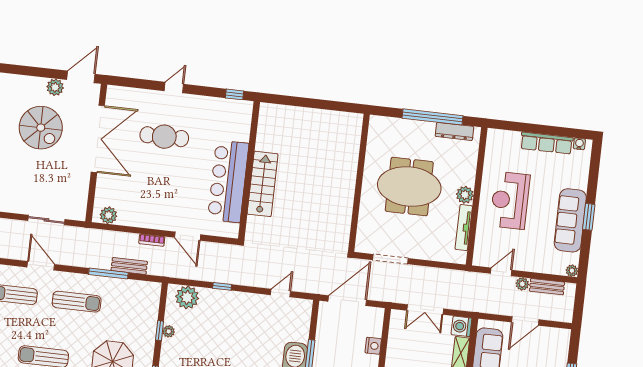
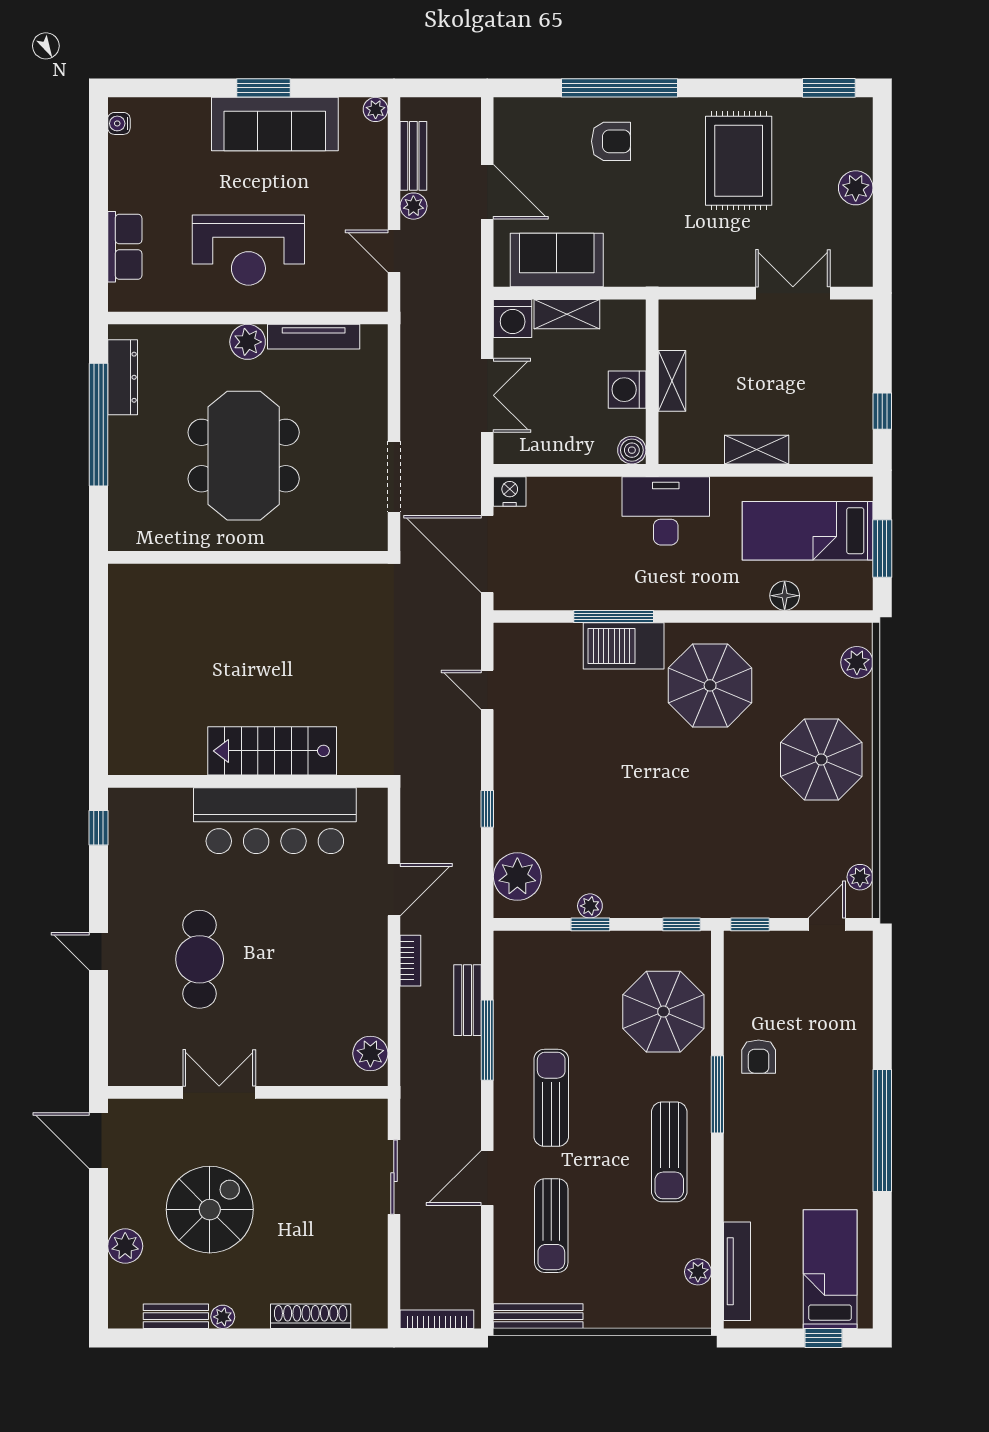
plant: (55, 87) -> (125, 1246), moved
double door: (98, 139) -> (219, 1092), width x0.54
row of seats: (547, 143) -> (125, 247), moved, width x0.68
nightstand: (373, 346) -> (510, 492), moved

